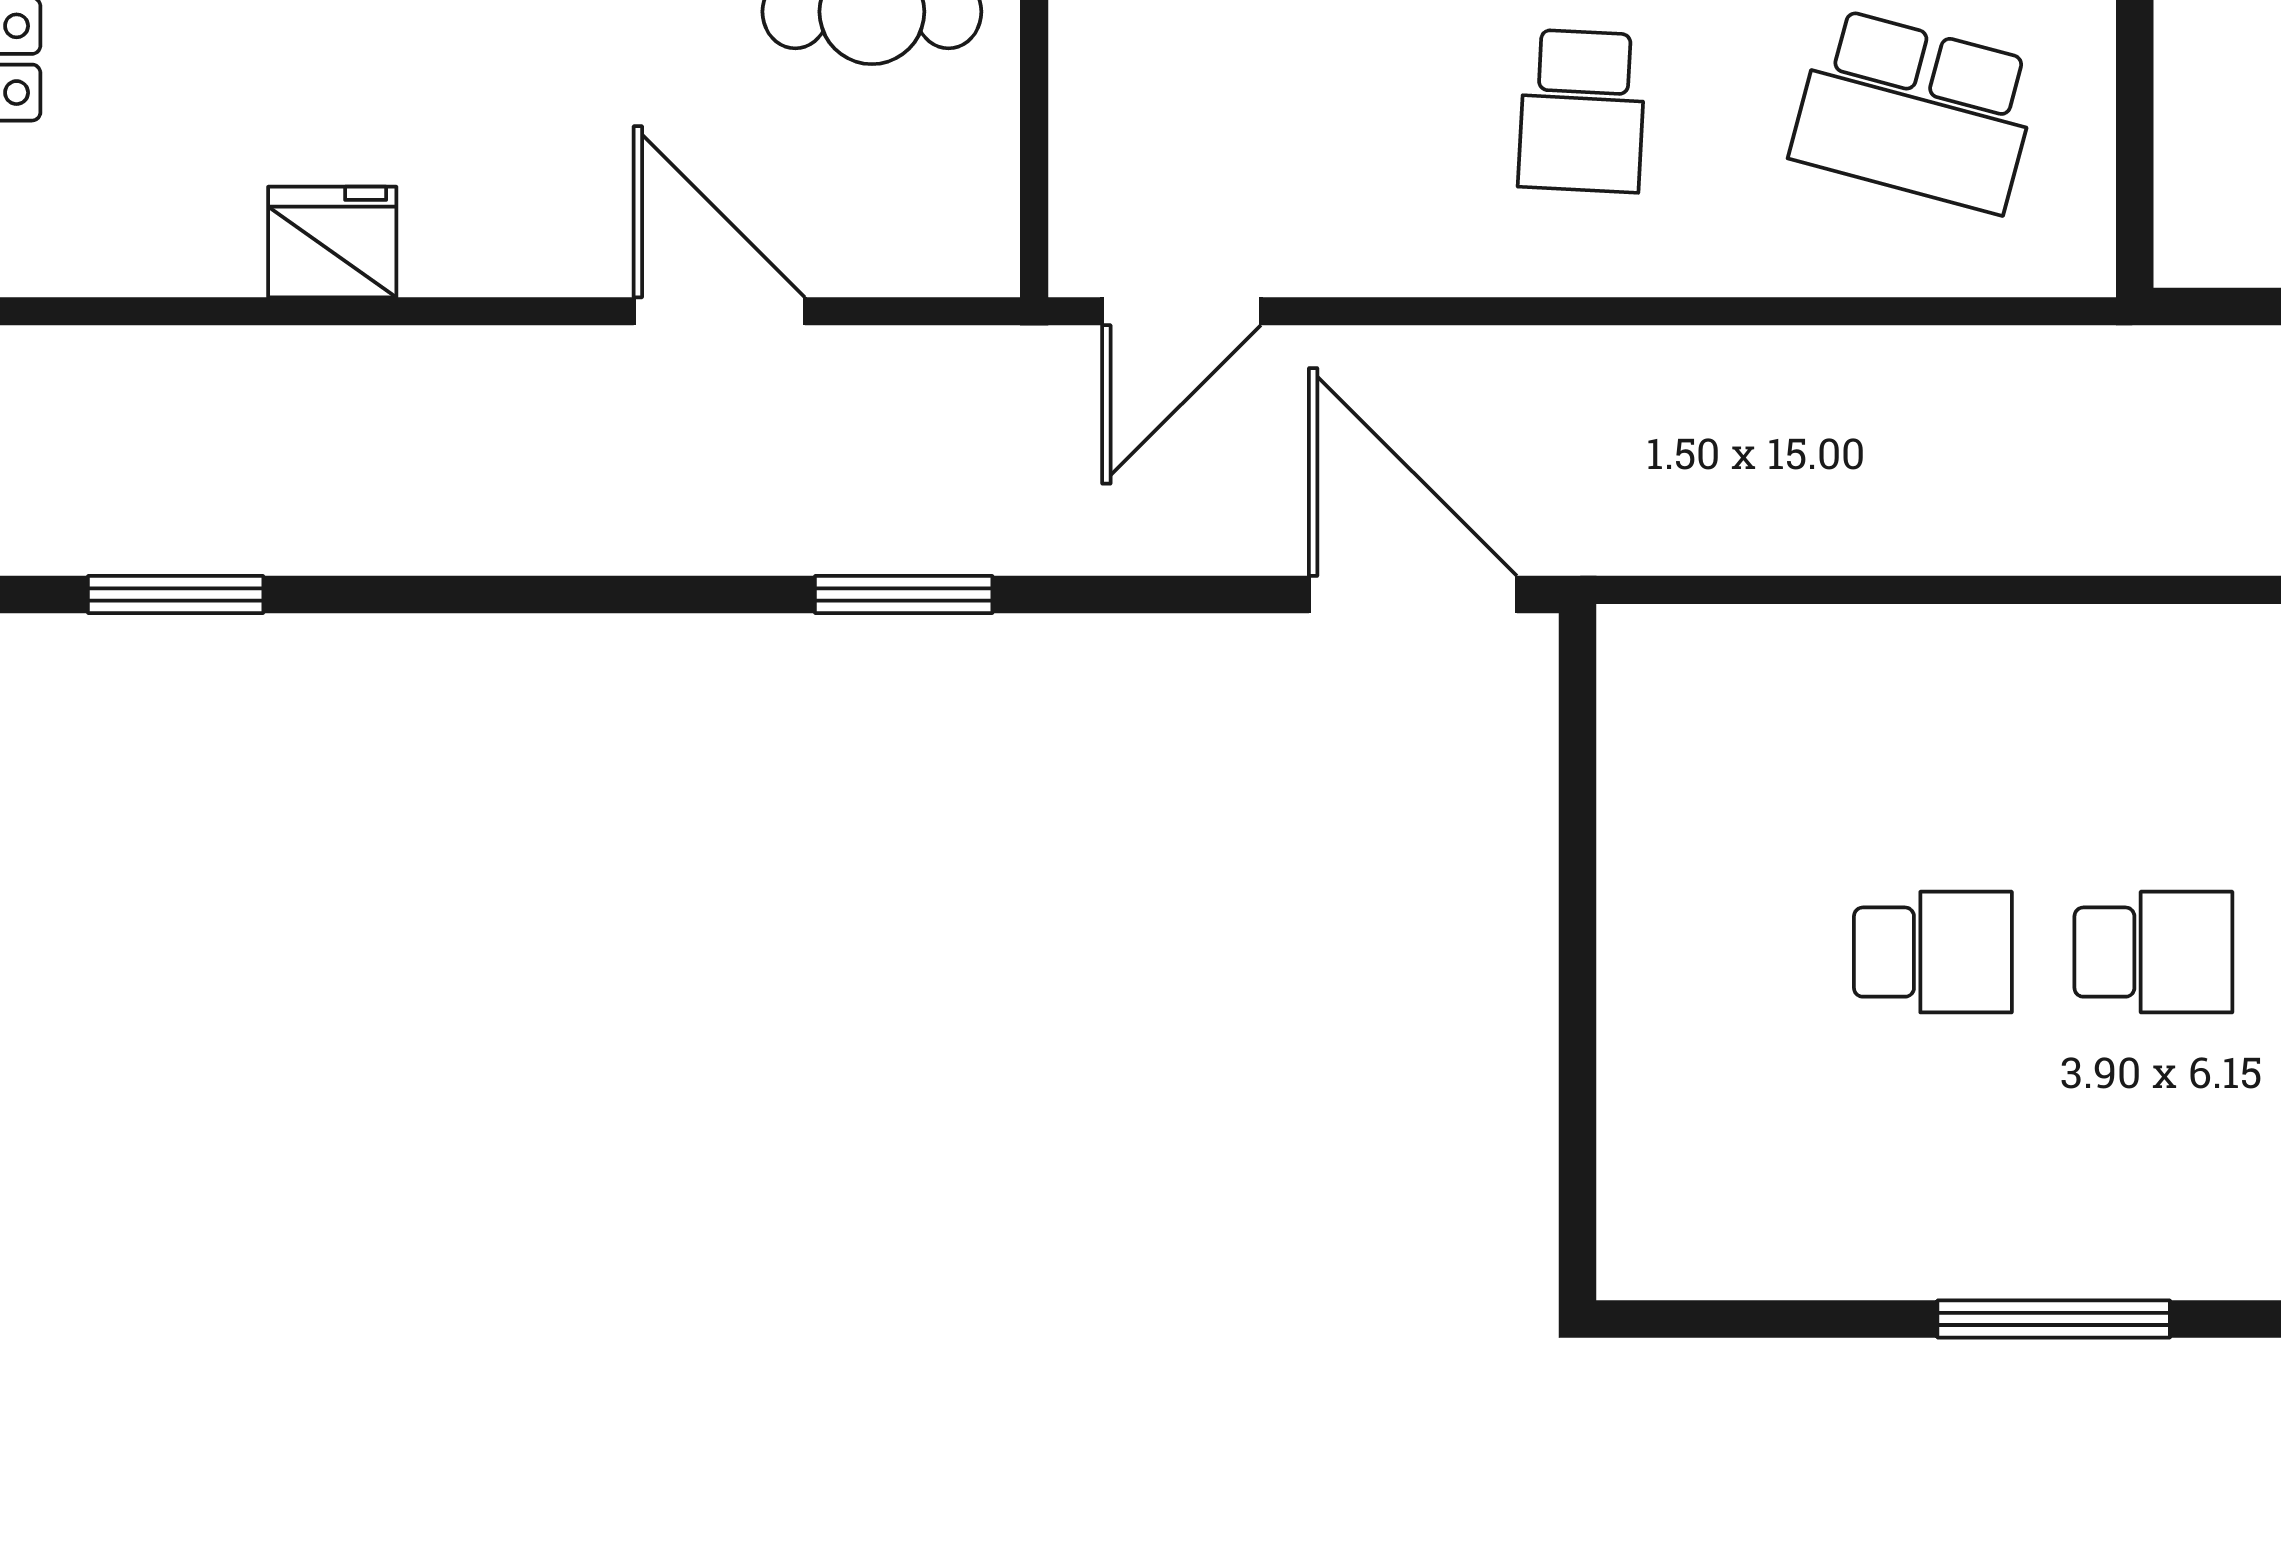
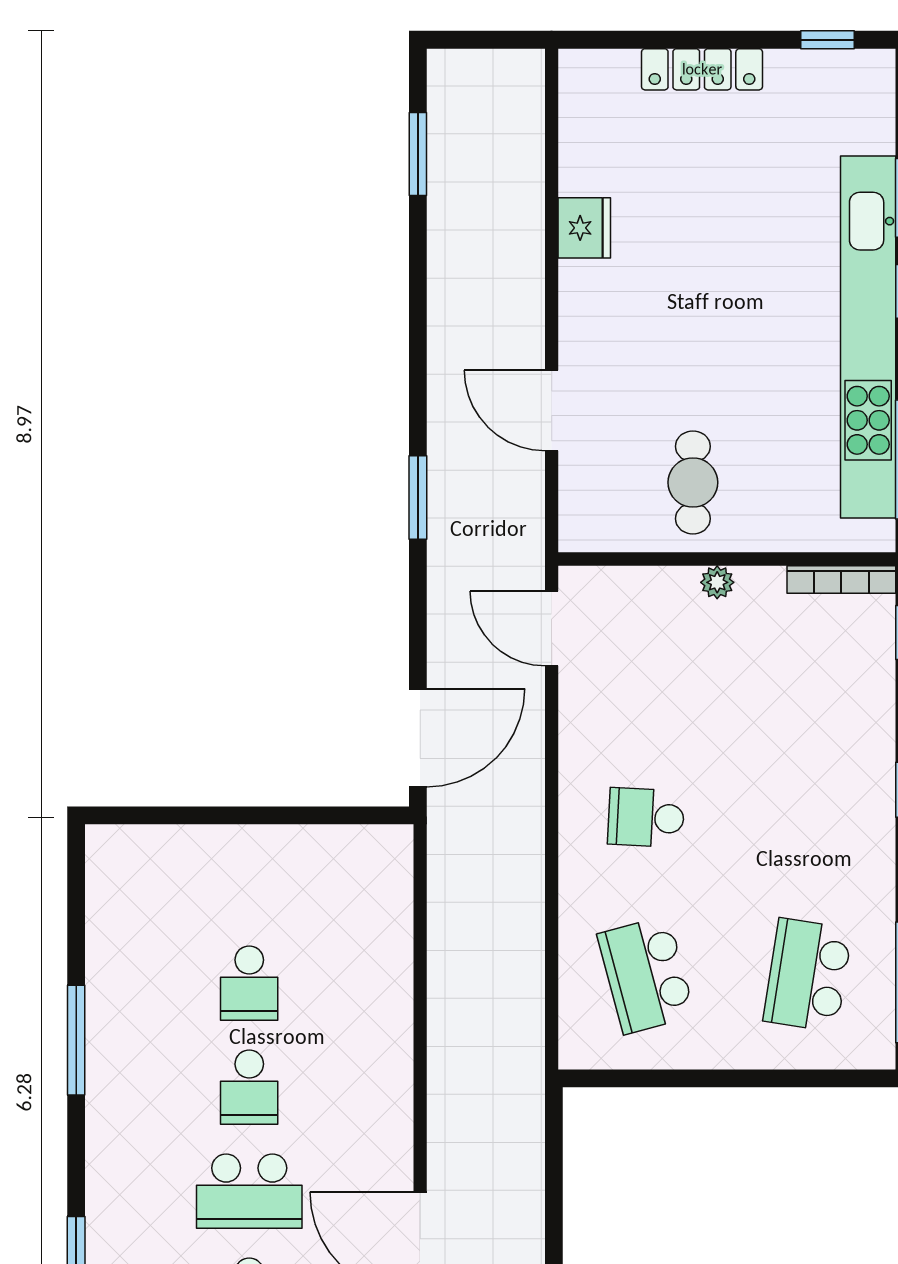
school desk: (1916, 111) -> (646, 975), turned -30
door: (719, 311) -> (552, 410), swing flipped

